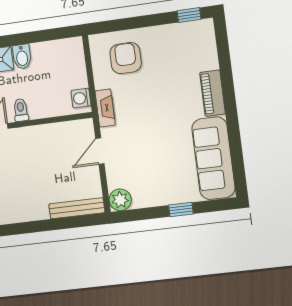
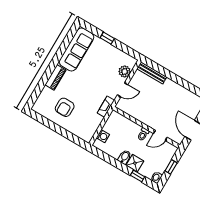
window: (189, 15) -> (40, 118), removed
armchair: (126, 58) -> (65, 107), moved
washing machine: (81, 98) -> (103, 136), moved
plant: (120, 200) -> (125, 71), moved

